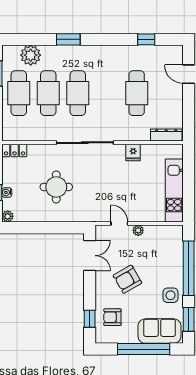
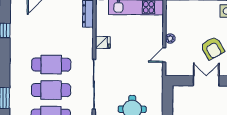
cafe table: (137, 93) -> (51, 65), moved
double door: (90, 256) -> (206, 81), moved

